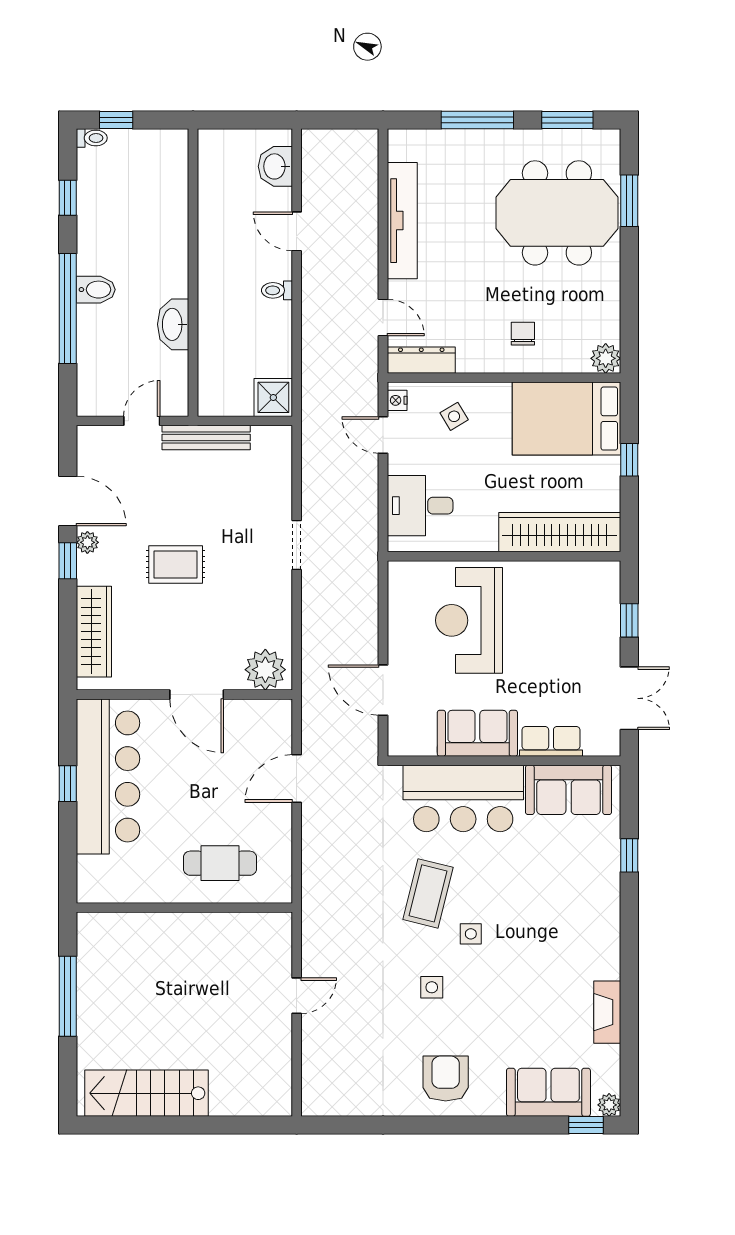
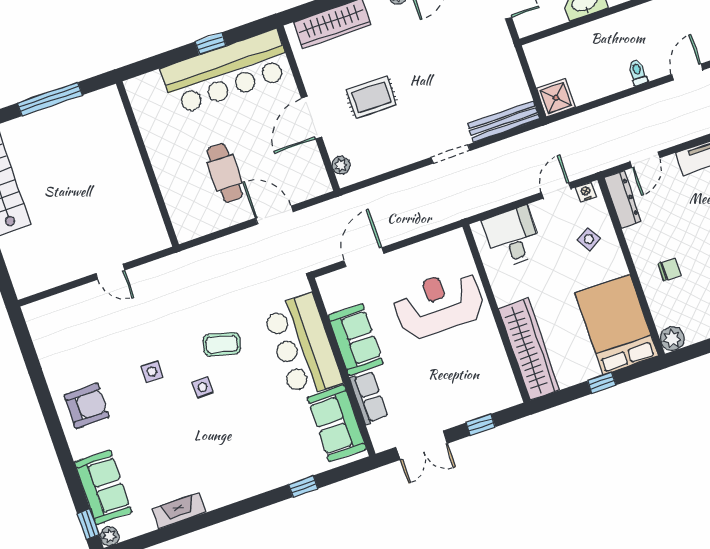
bench: (206, 438) -> (503, 122), moved, turned 90
rug: (176, 564) -> (371, 97), moved, turned 90
plant: (265, 670) -> (341, 165), width x0.53, depth x0.53
cafe table: (220, 863) -> (225, 173), moved
coffee table: (428, 893) -> (222, 344), width x0.73, depth x0.77

